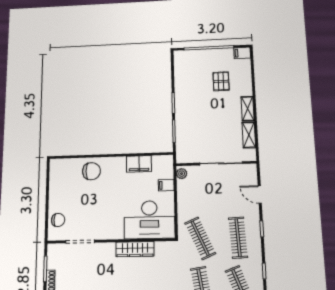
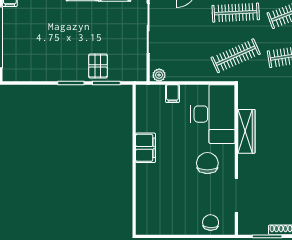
pallet: (221, 81) -> (98, 66), moved, turned 90
filing cabinet: (139, 164) -> (146, 148), moved
chair: (91, 171) -> (207, 163), moved

